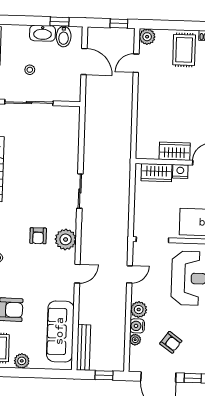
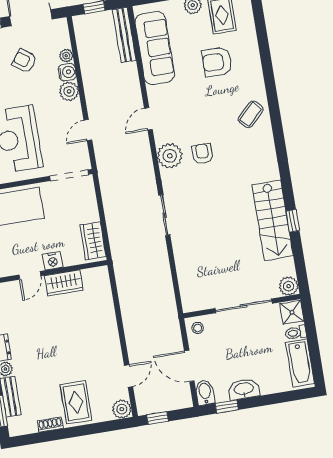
bidet: (64, 37) -> (205, 392), moved
stool: (30, 70) -> (198, 328), moved
wardrobe: (156, 173) -> (93, 241), moved, turned -90

